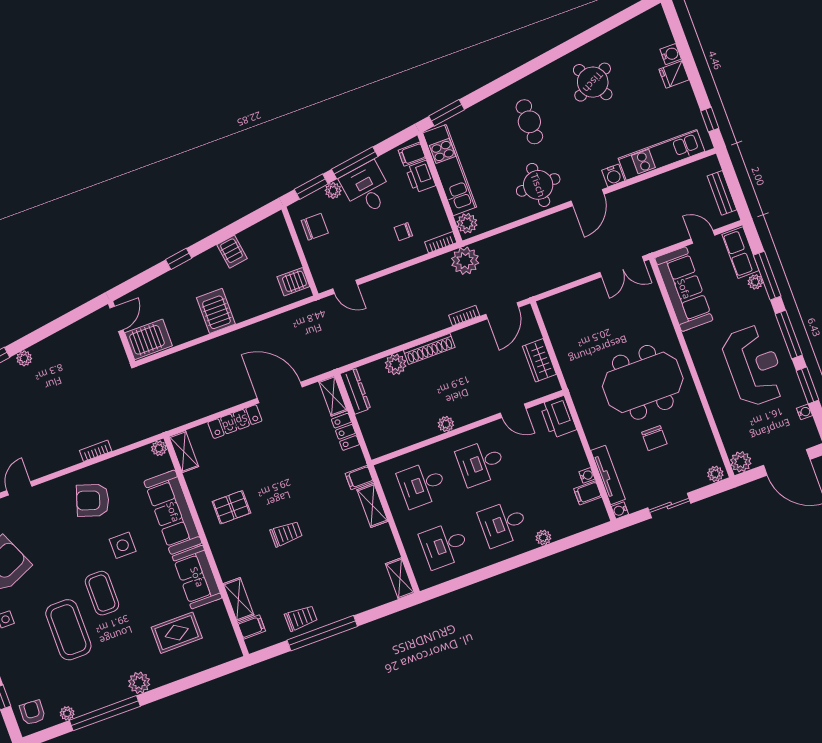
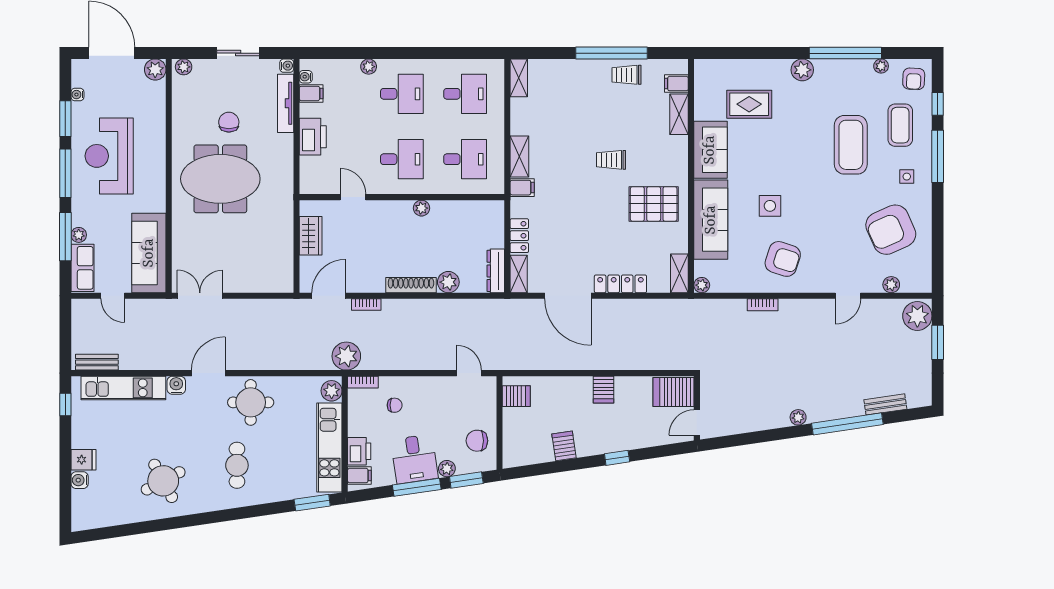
bench: (722, 193) -> (97, 362), moved, turned 90
server rack: (216, 311) -> (604, 390), width x0.73, depth x0.70
printer: (558, 417) -> (313, 137), moved
water cooler: (587, 475) -> (306, 77), moved
pallet: (231, 507) -> (654, 204), width x1.50, depth x1.42
coffee table: (102, 593) -> (900, 125), moved

